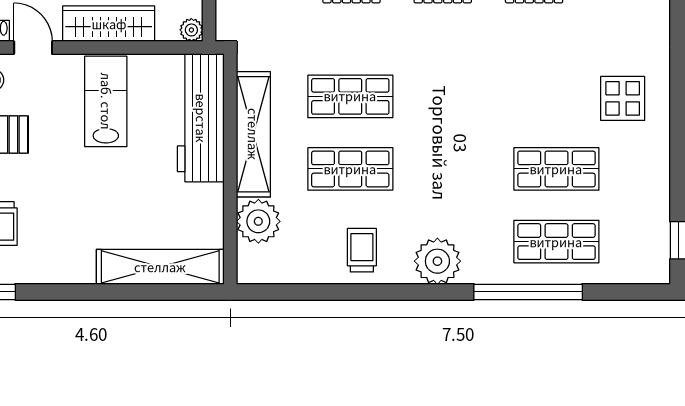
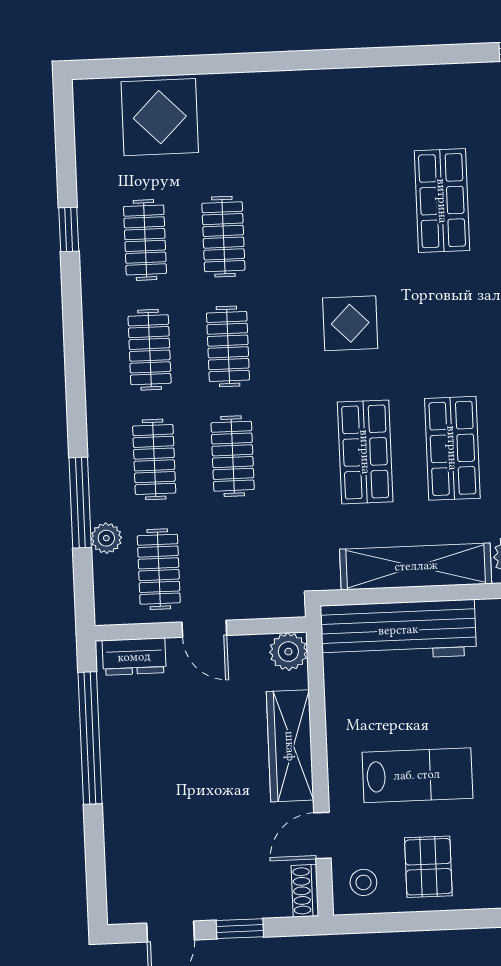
plant: (191, 30) -> (288, 652), width x1.38, depth x1.38
display table: (623, 98) -> (350, 323), moved
lab bench: (106, 101) -> (417, 775), moved, turned 180

